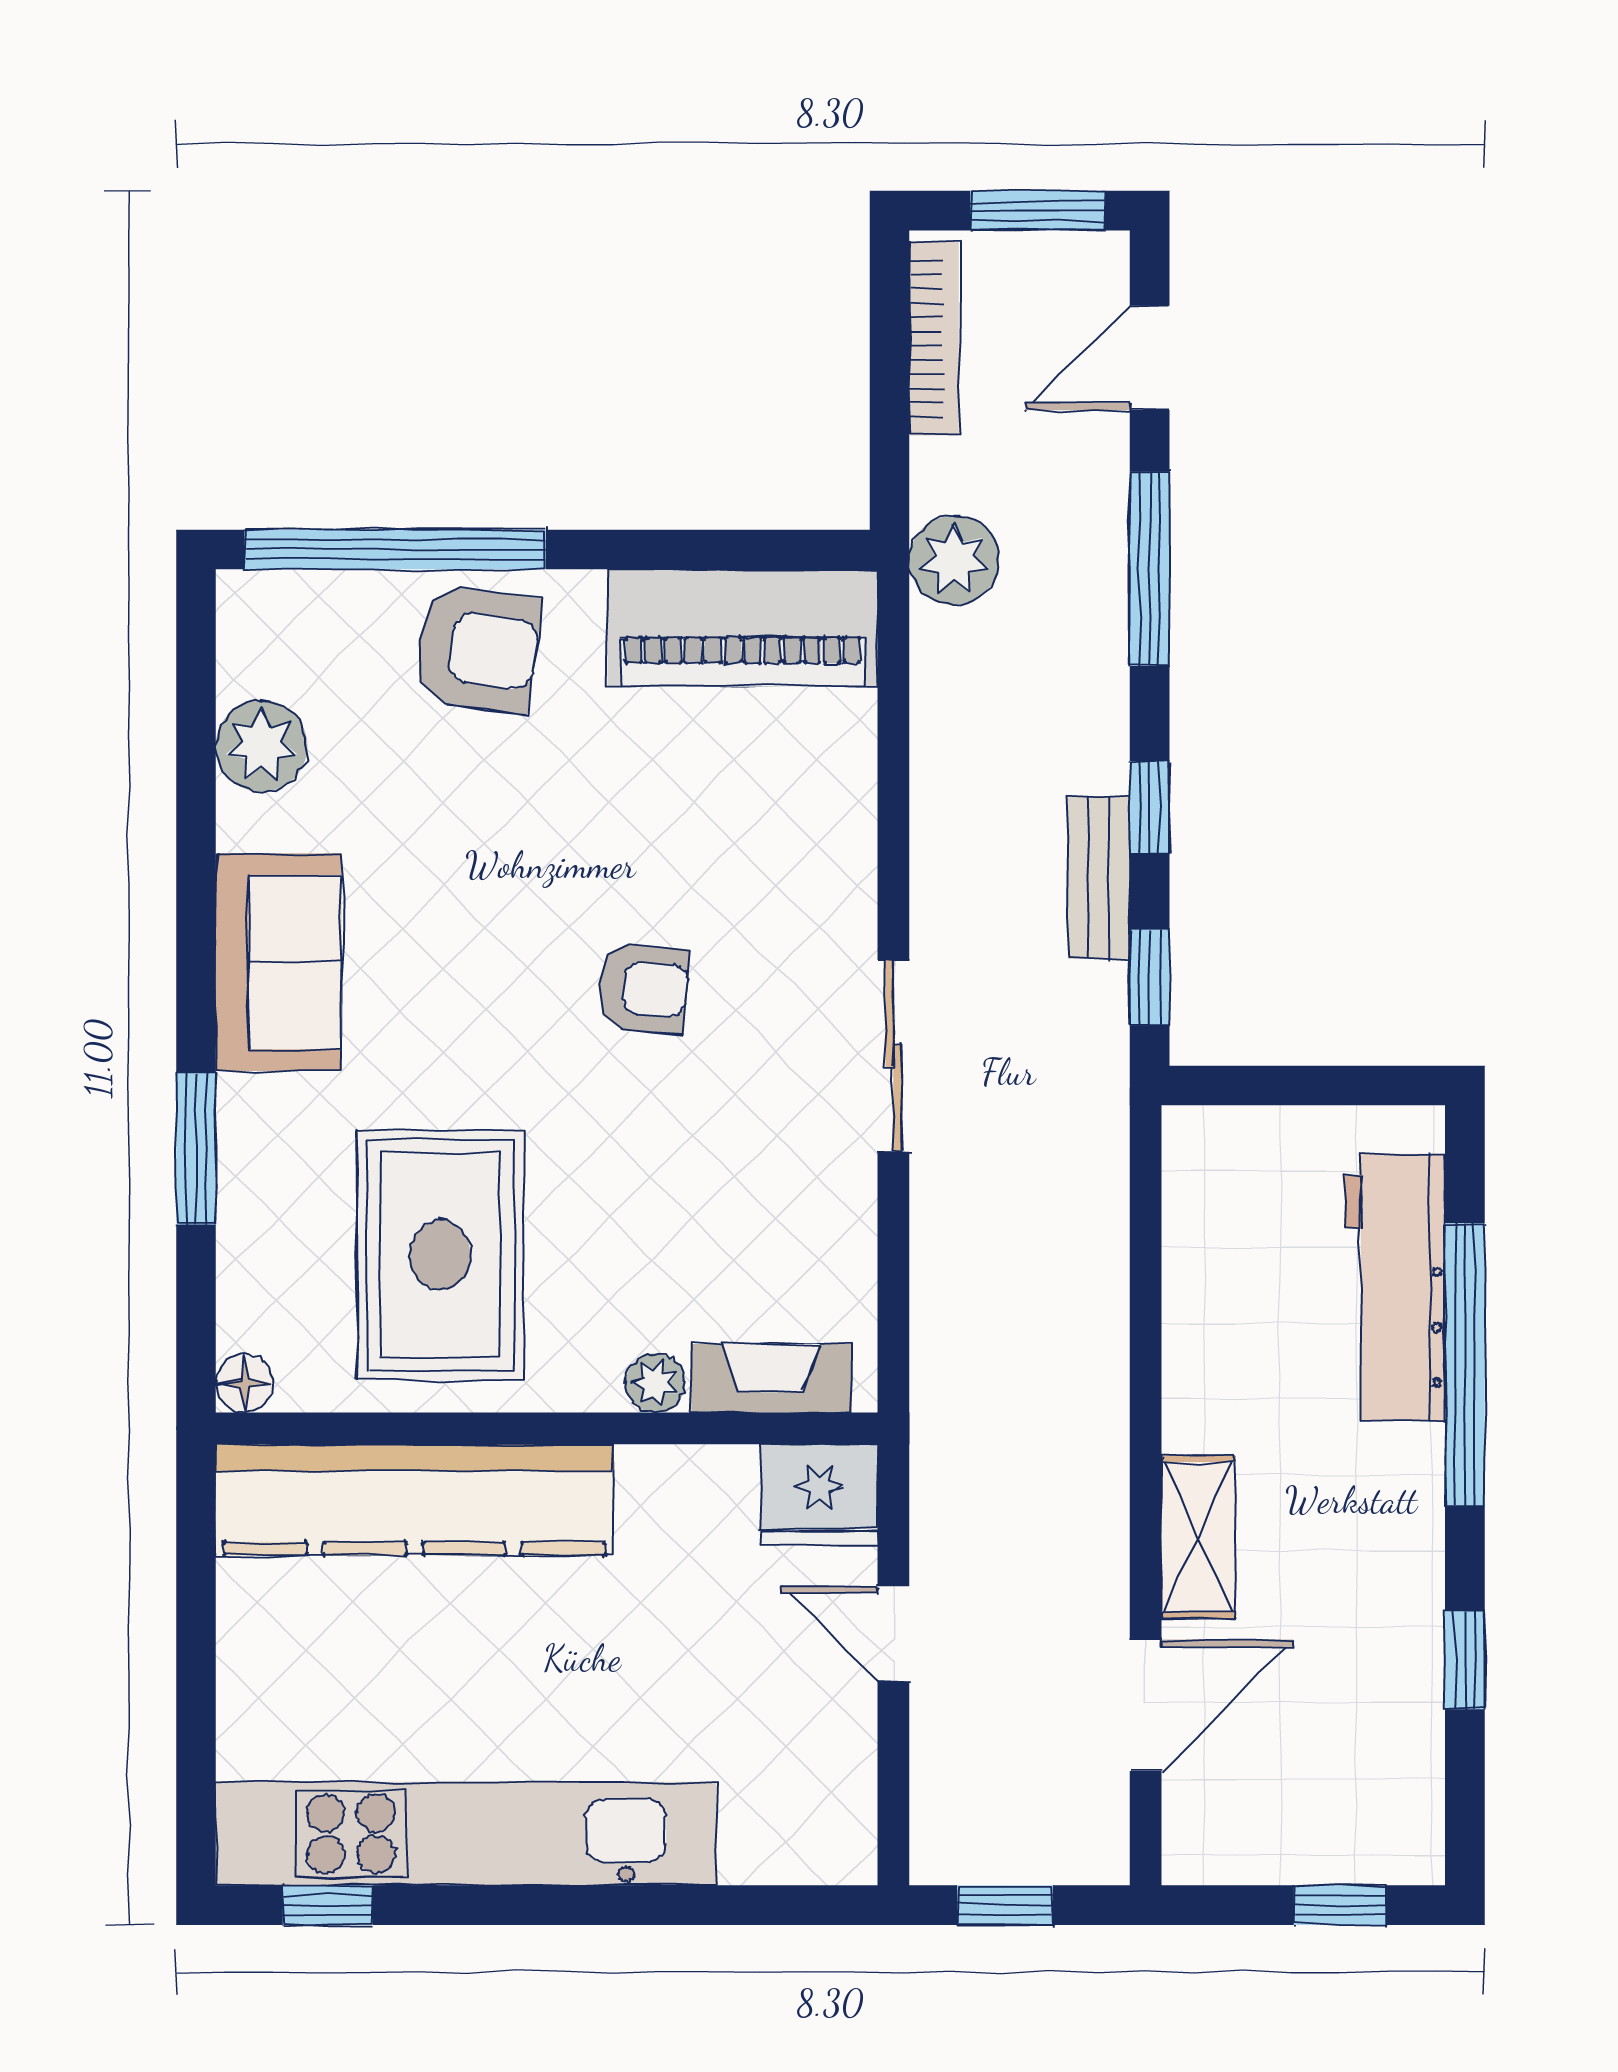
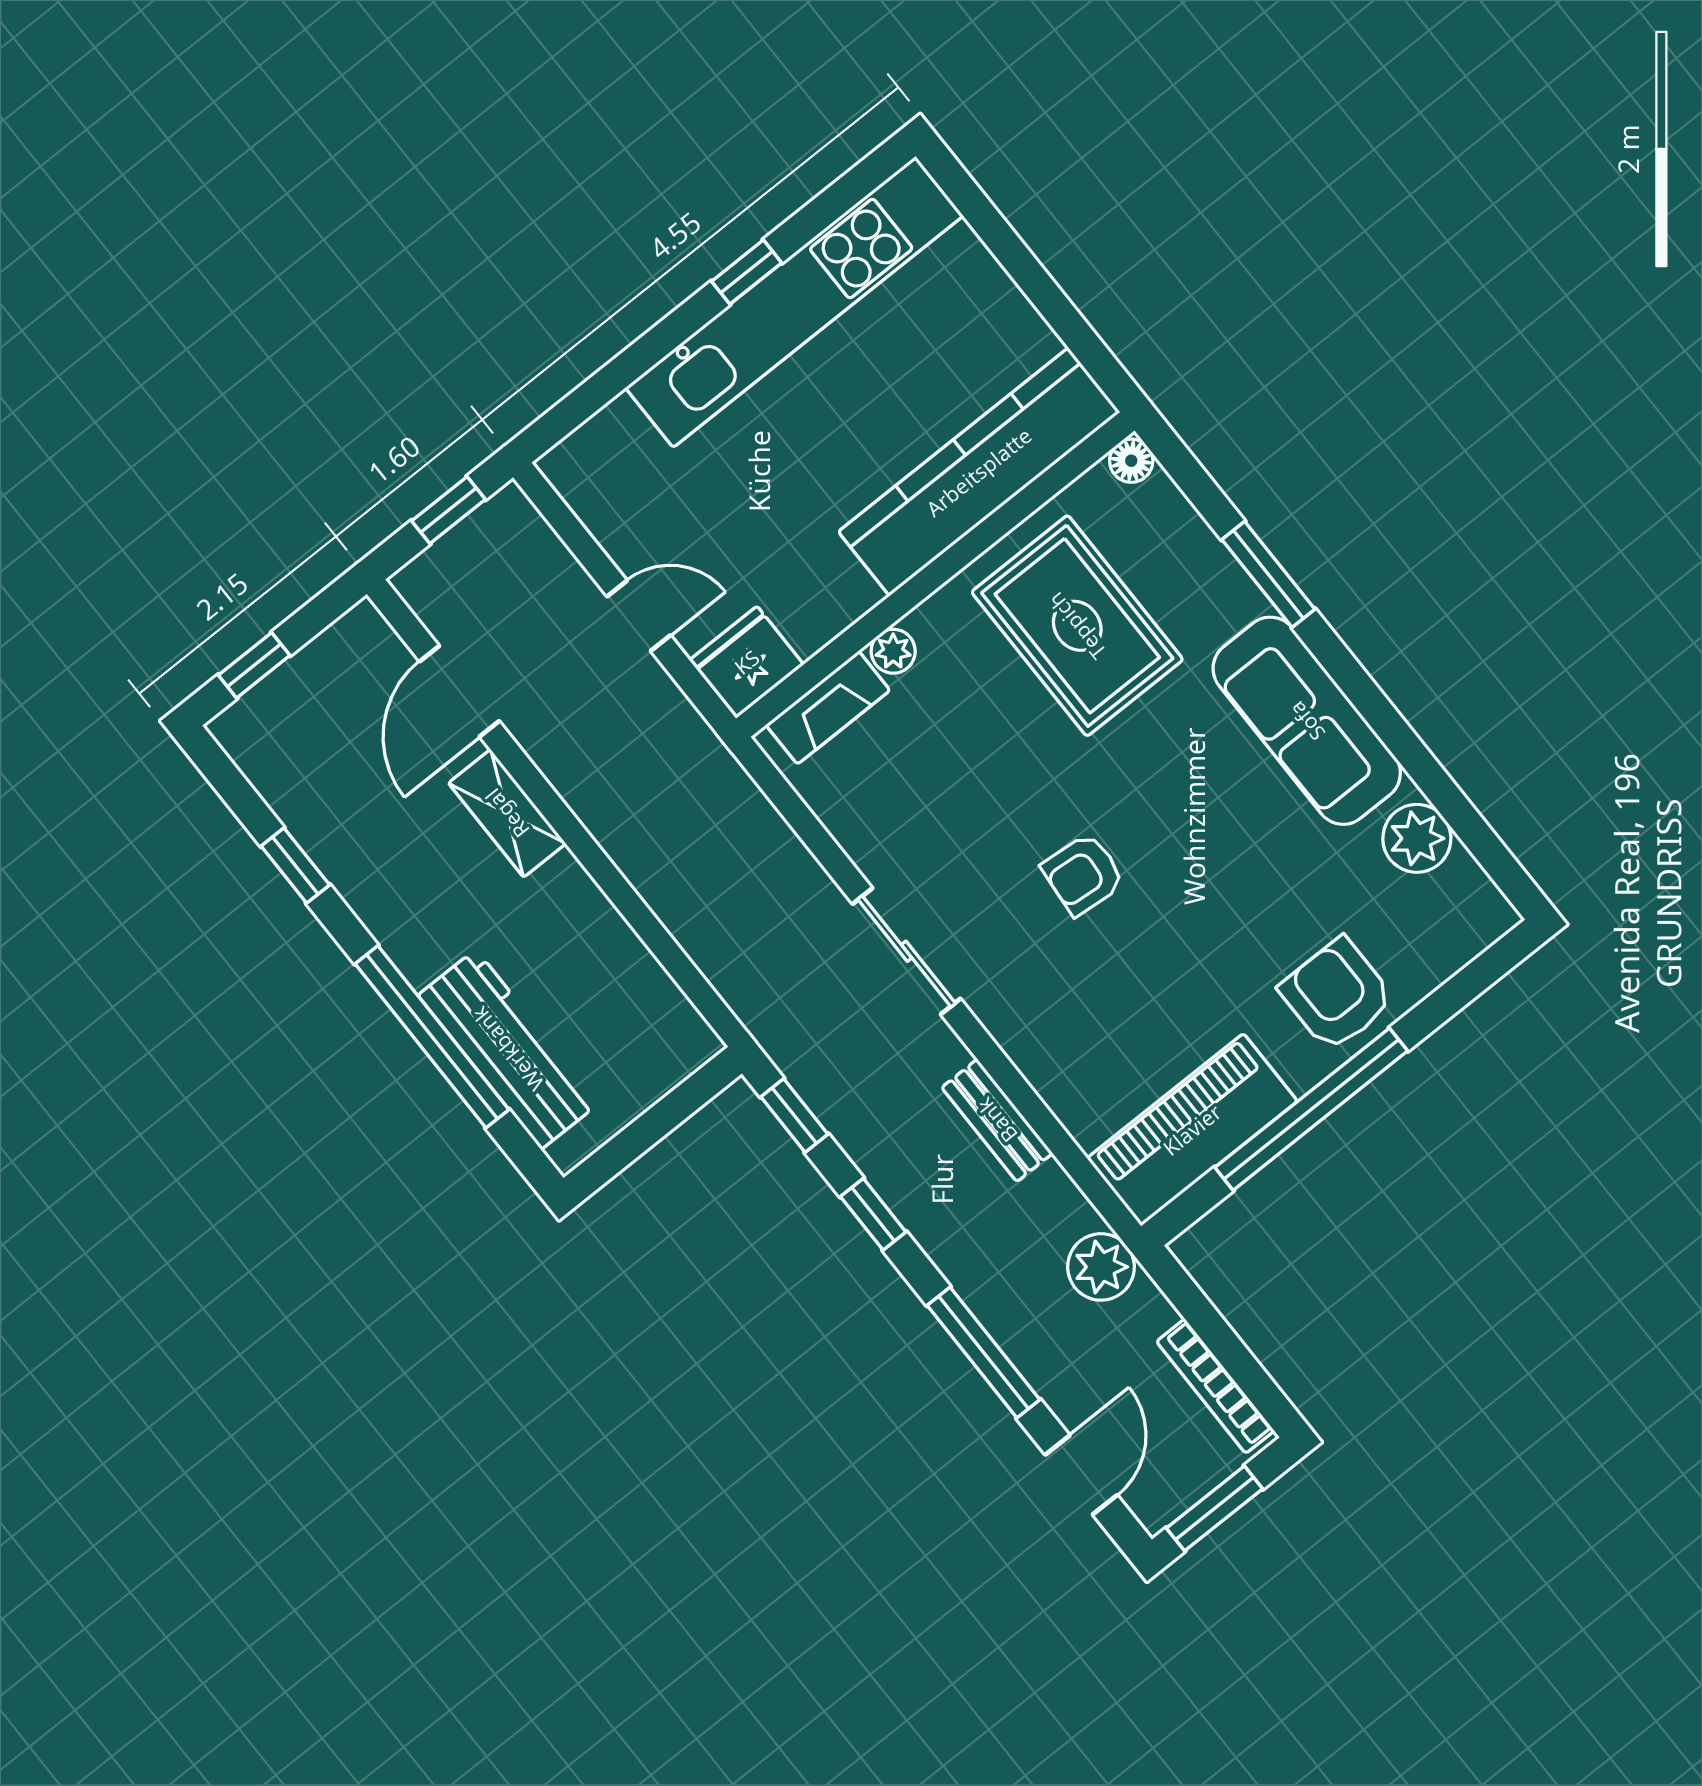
window: (395, 550) -> (1311, 1109), moved
armchair: (477, 649) -> (1337, 995), turned 82
bench: (1099, 878) -> (997, 1120), moved
sofa: (279, 962) -> (1307, 721), width x1.36
window: (328, 1905) -> (747, 272), moved

